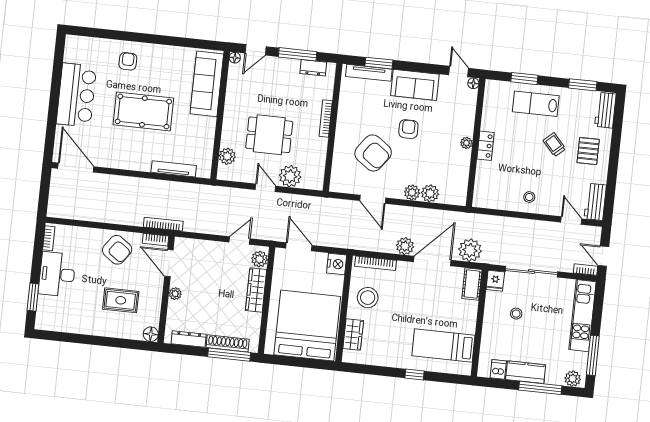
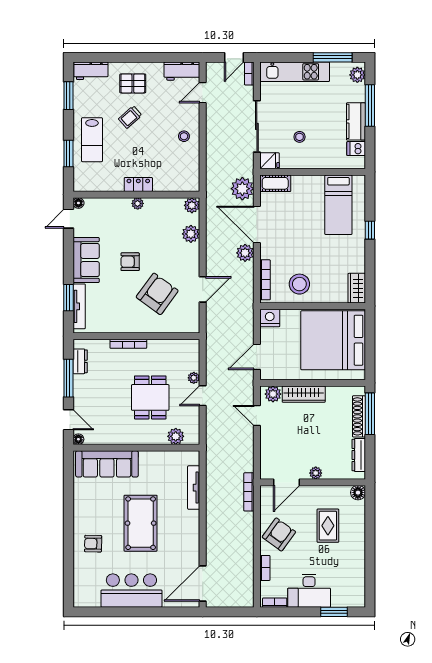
plant: (290, 176) -> (194, 378), width x0.53, depth x0.53
plant: (412, 193) -> (192, 205), moved
bookcase: (156, 240) -> (265, 568), moved
wardrobe: (353, 335) -> (357, 288), moved, turned -90

